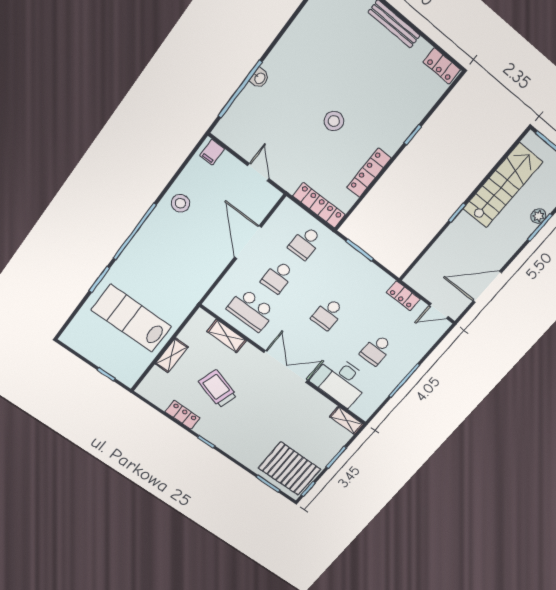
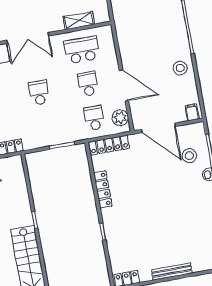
stool: (334, 121) -> (189, 156), moved
door: (258, 172) -> (158, 128), width x1.88
plant: (282, 218) -> (120, 118), added

